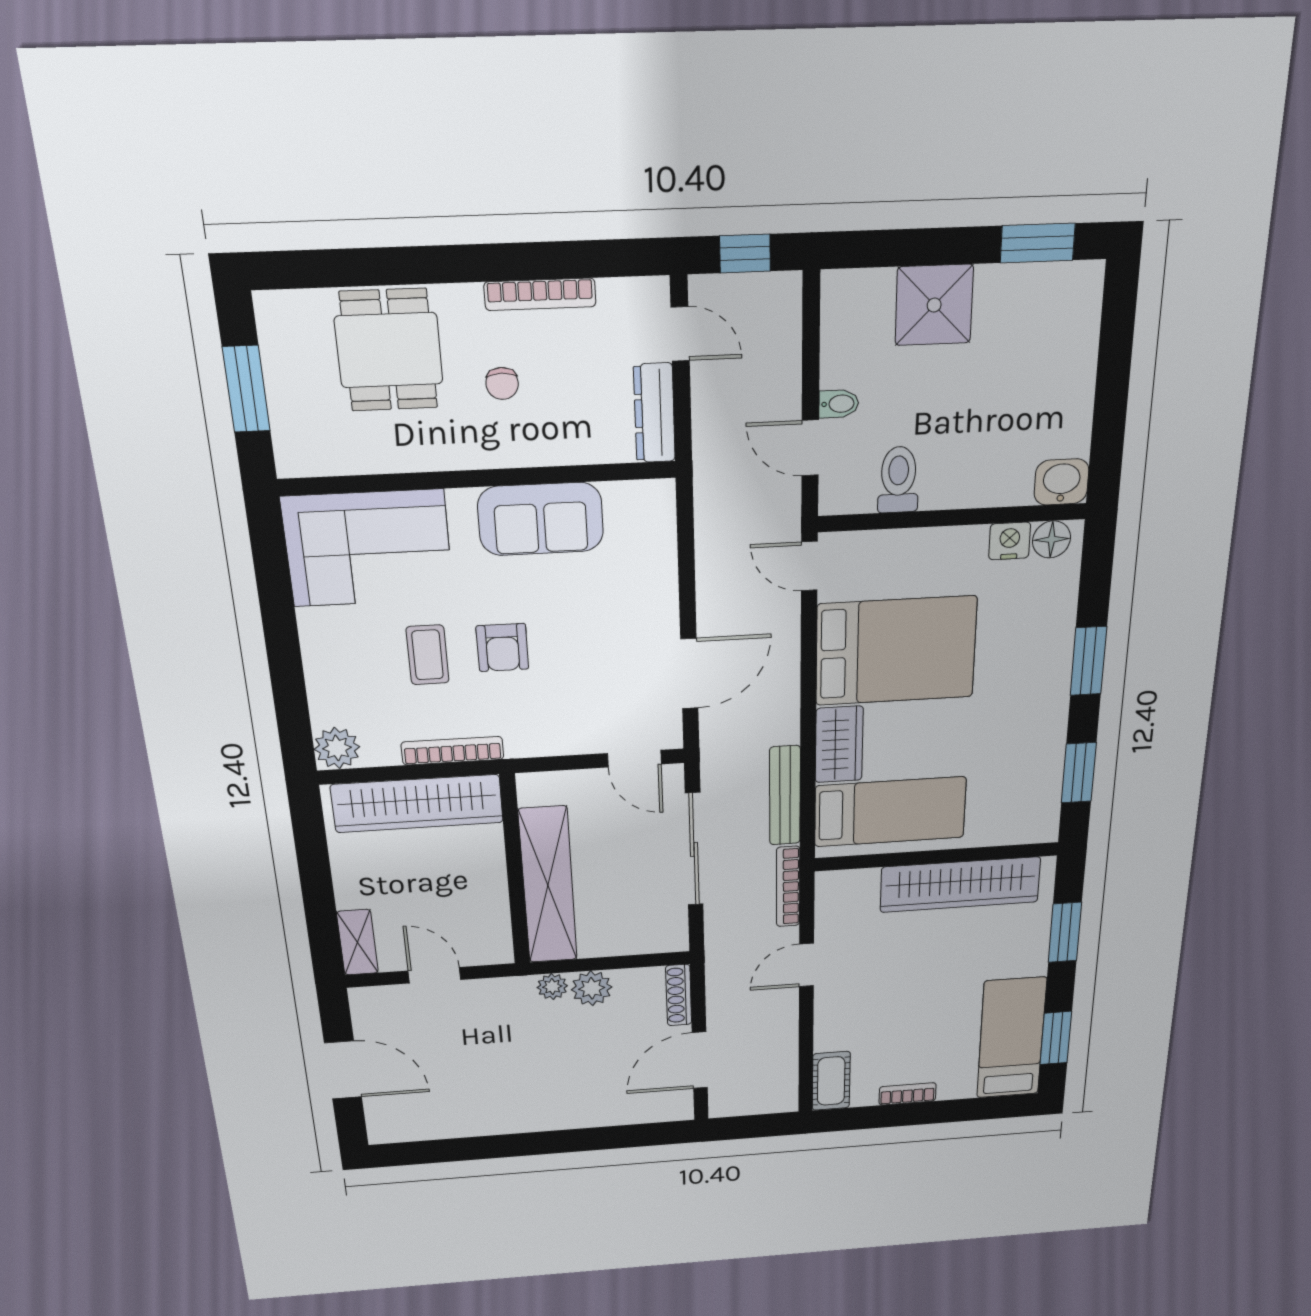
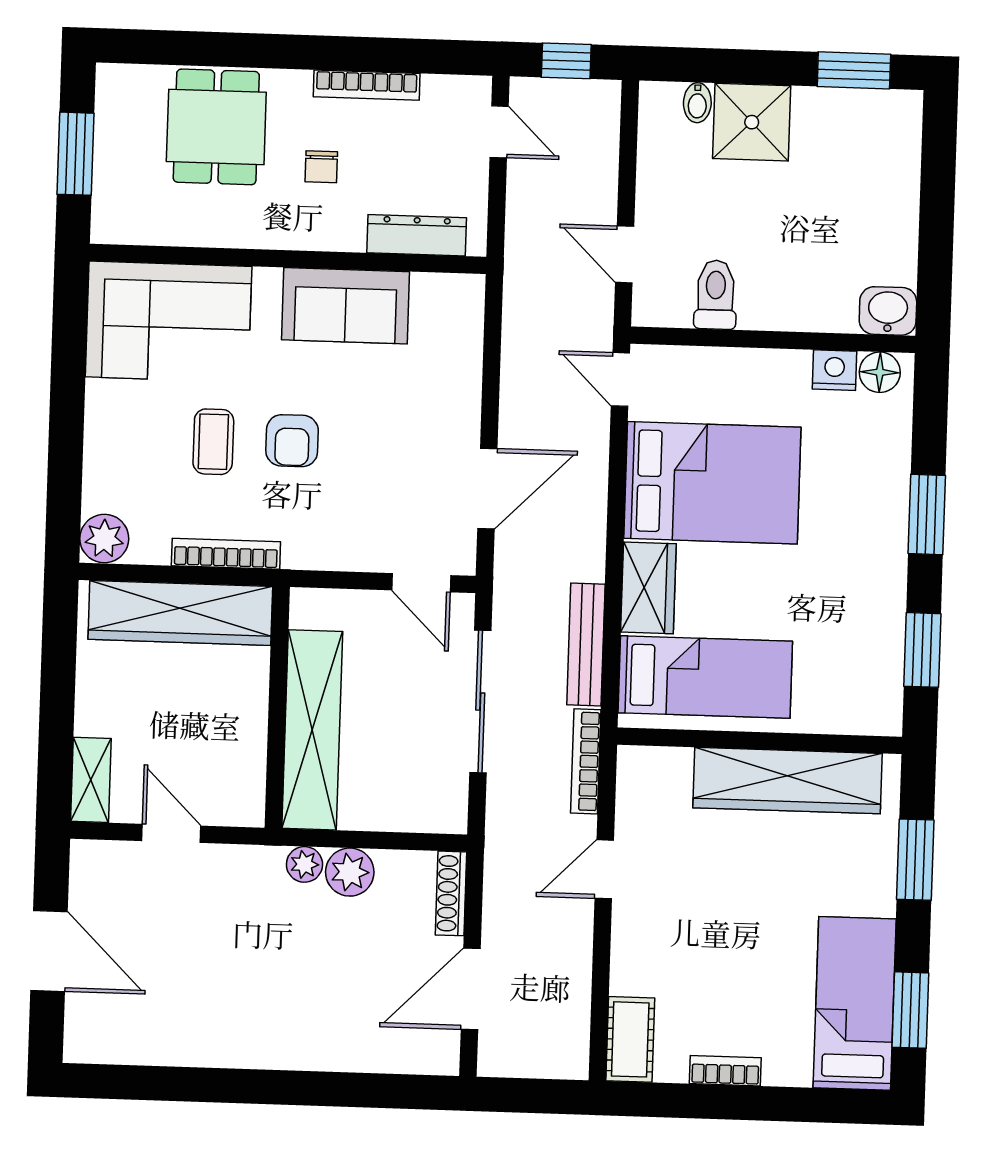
bidet: (839, 404) -> (697, 103), moved, turned 90
dresser: (654, 413) -> (417, 235), moved, turned 90

